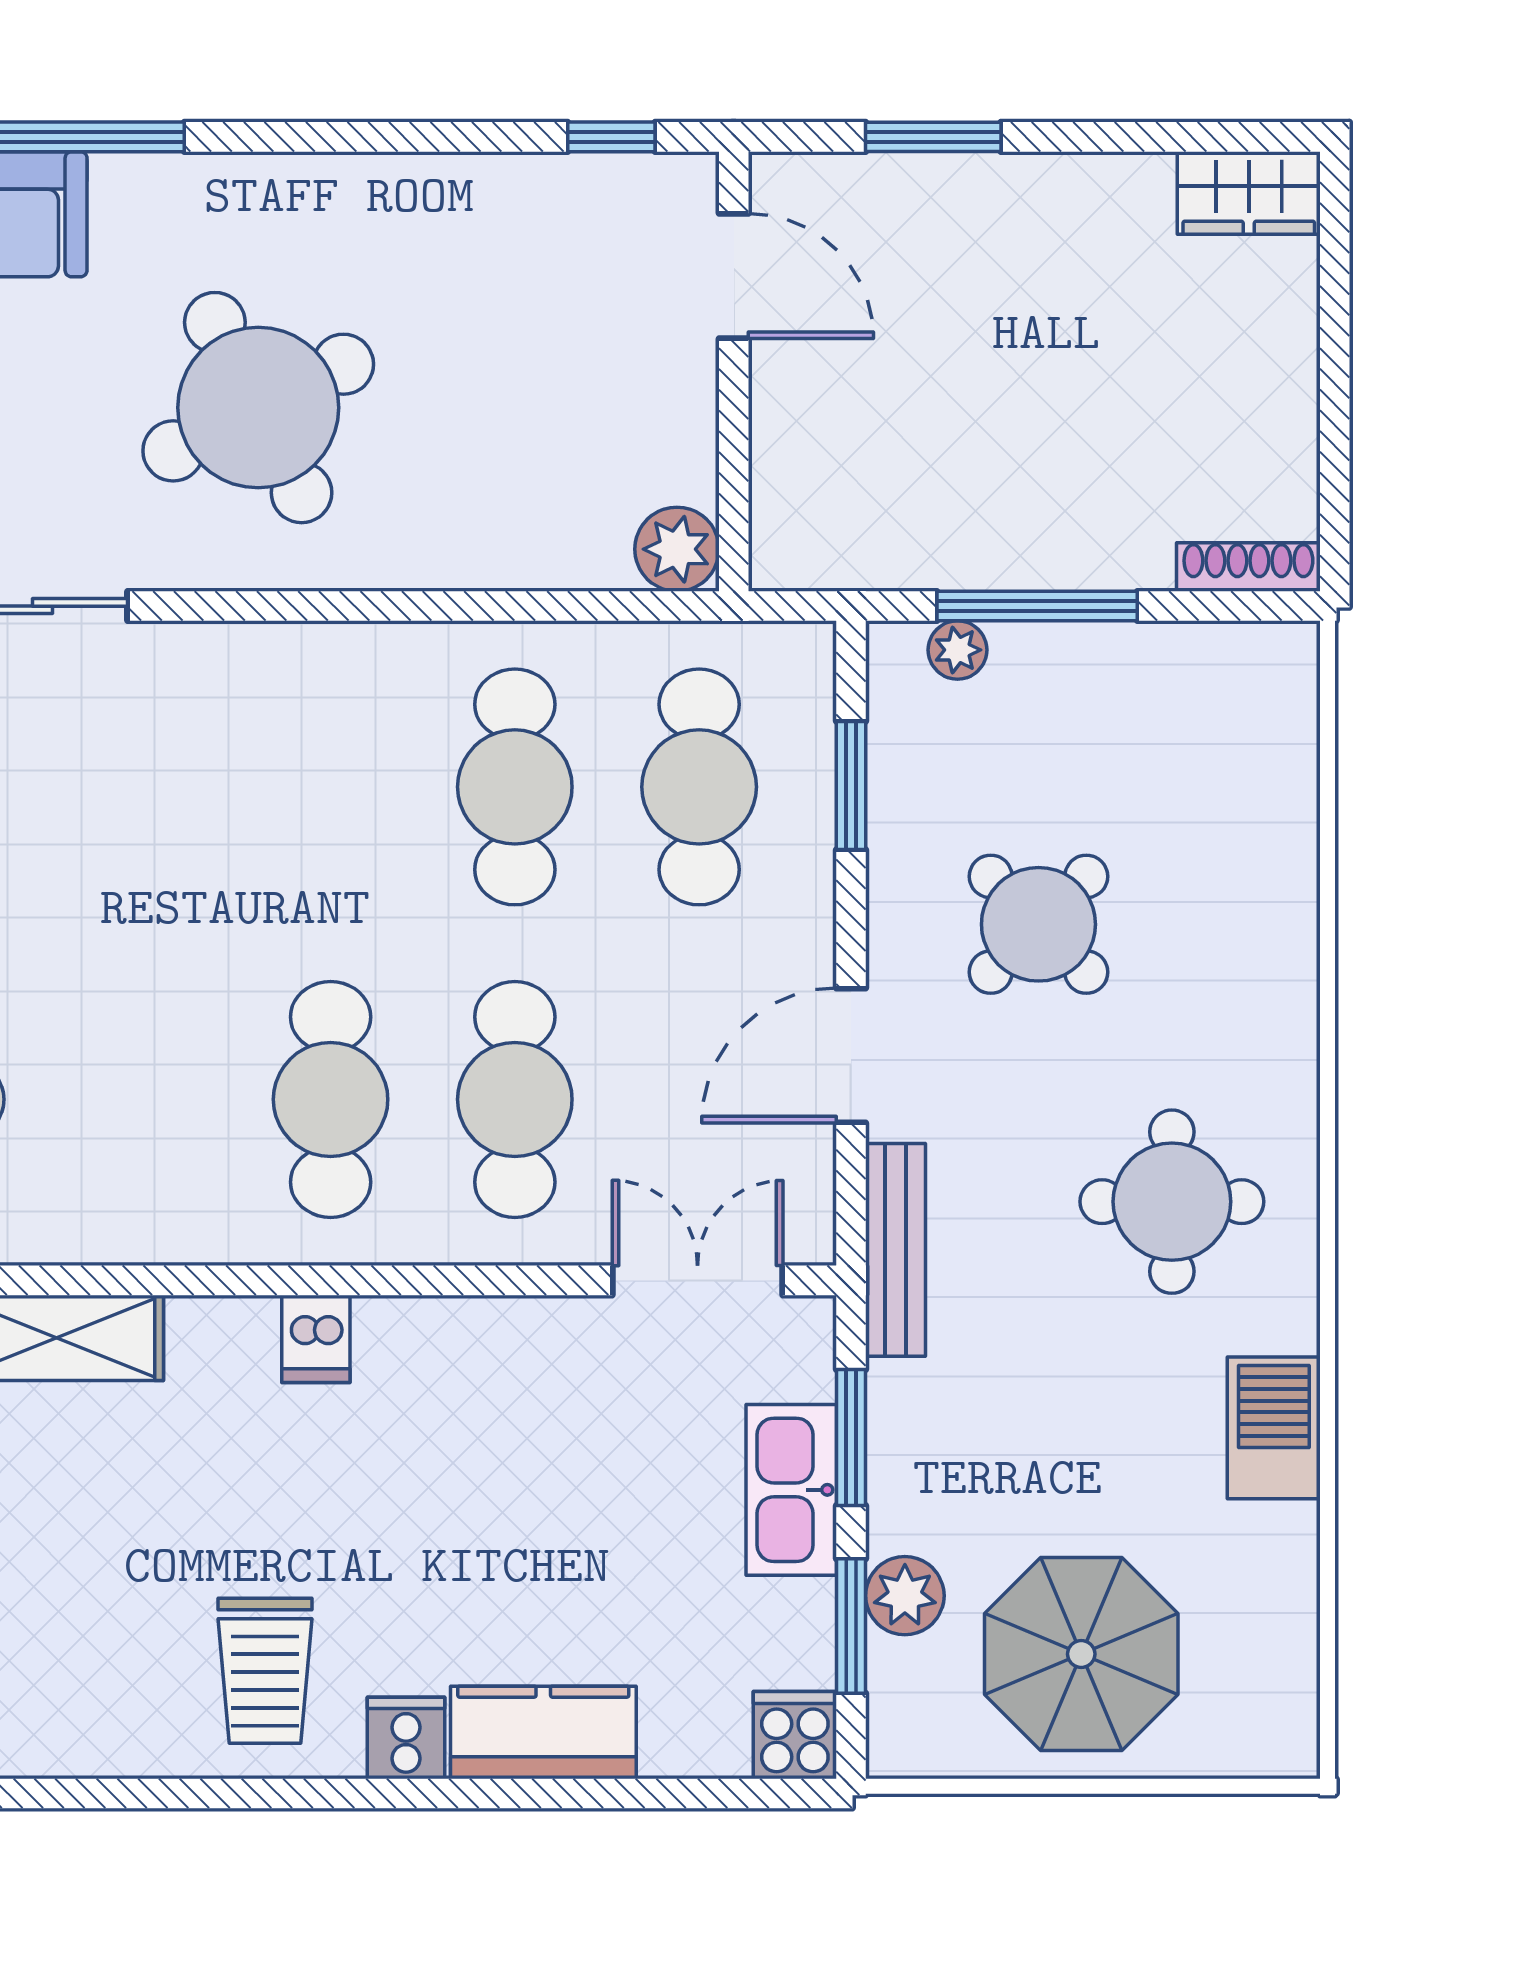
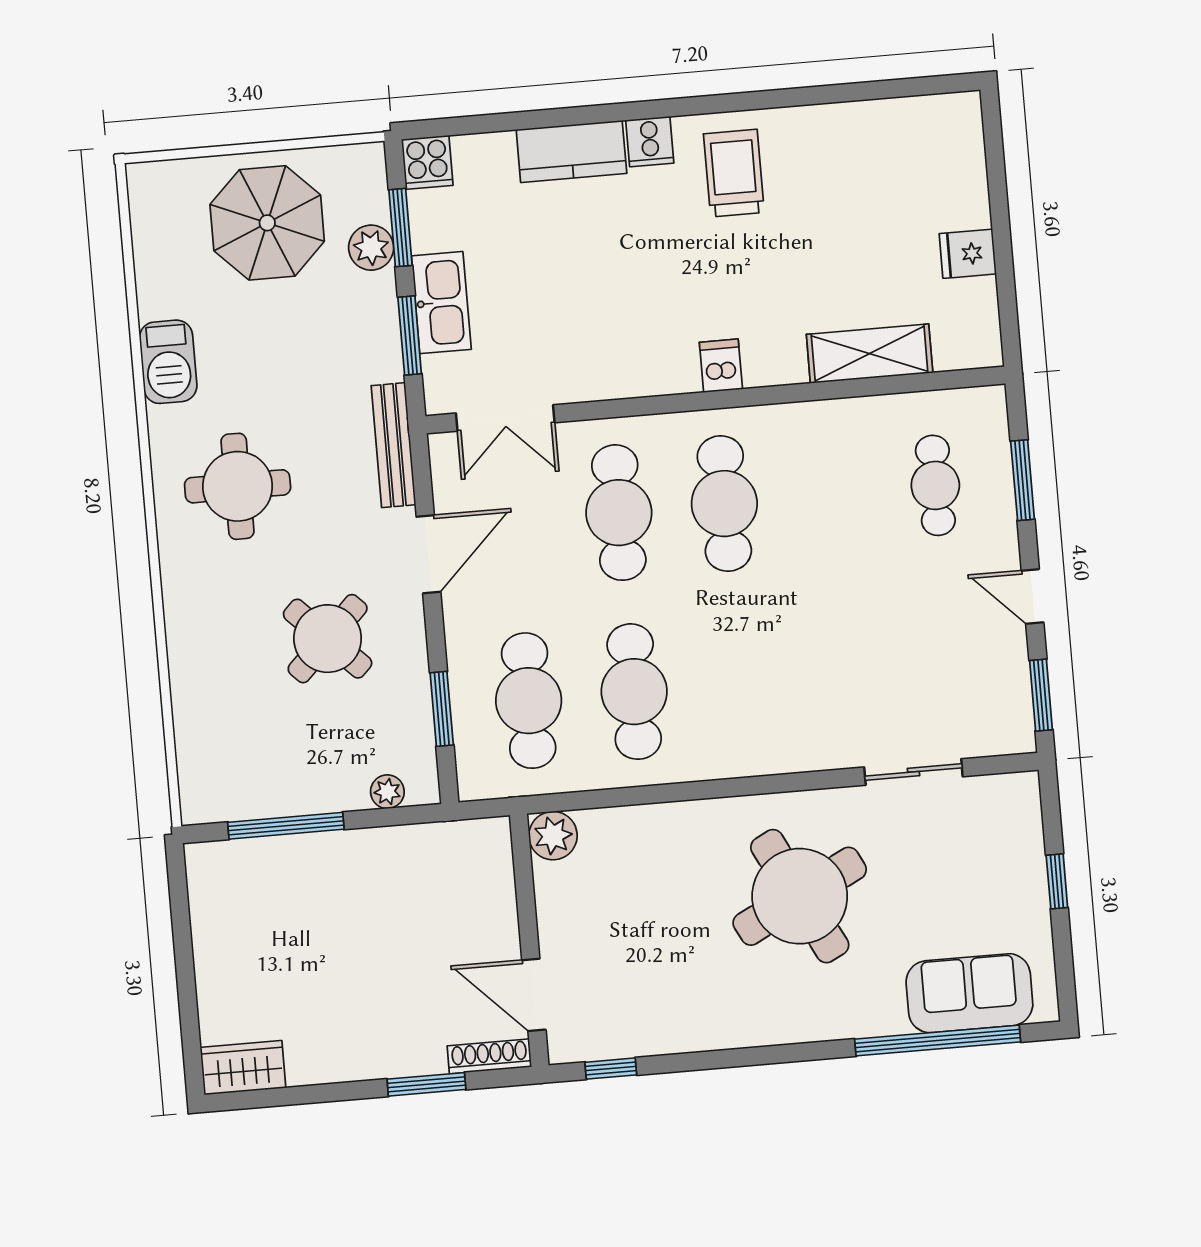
shoe rack: (1248, 567) -> (489, 1056), moved, turned 180
window: (1037, 606) -> (286, 826), moved

